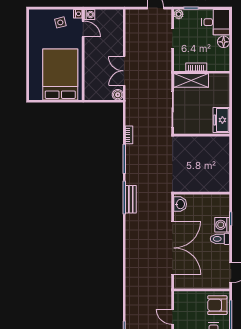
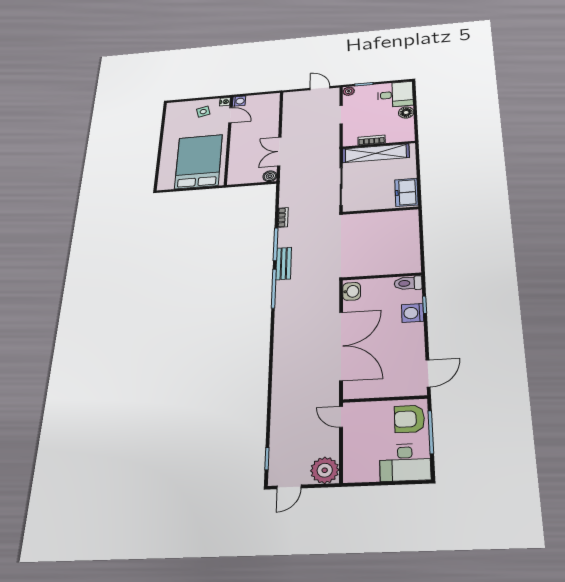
shelving: (191, 80) -> (376, 153), width x1.47
bench: (131, 199) -> (284, 263), moved
toilet: (220, 239) -> (408, 283), moved
door: (173, 317) -> (341, 417), moved

